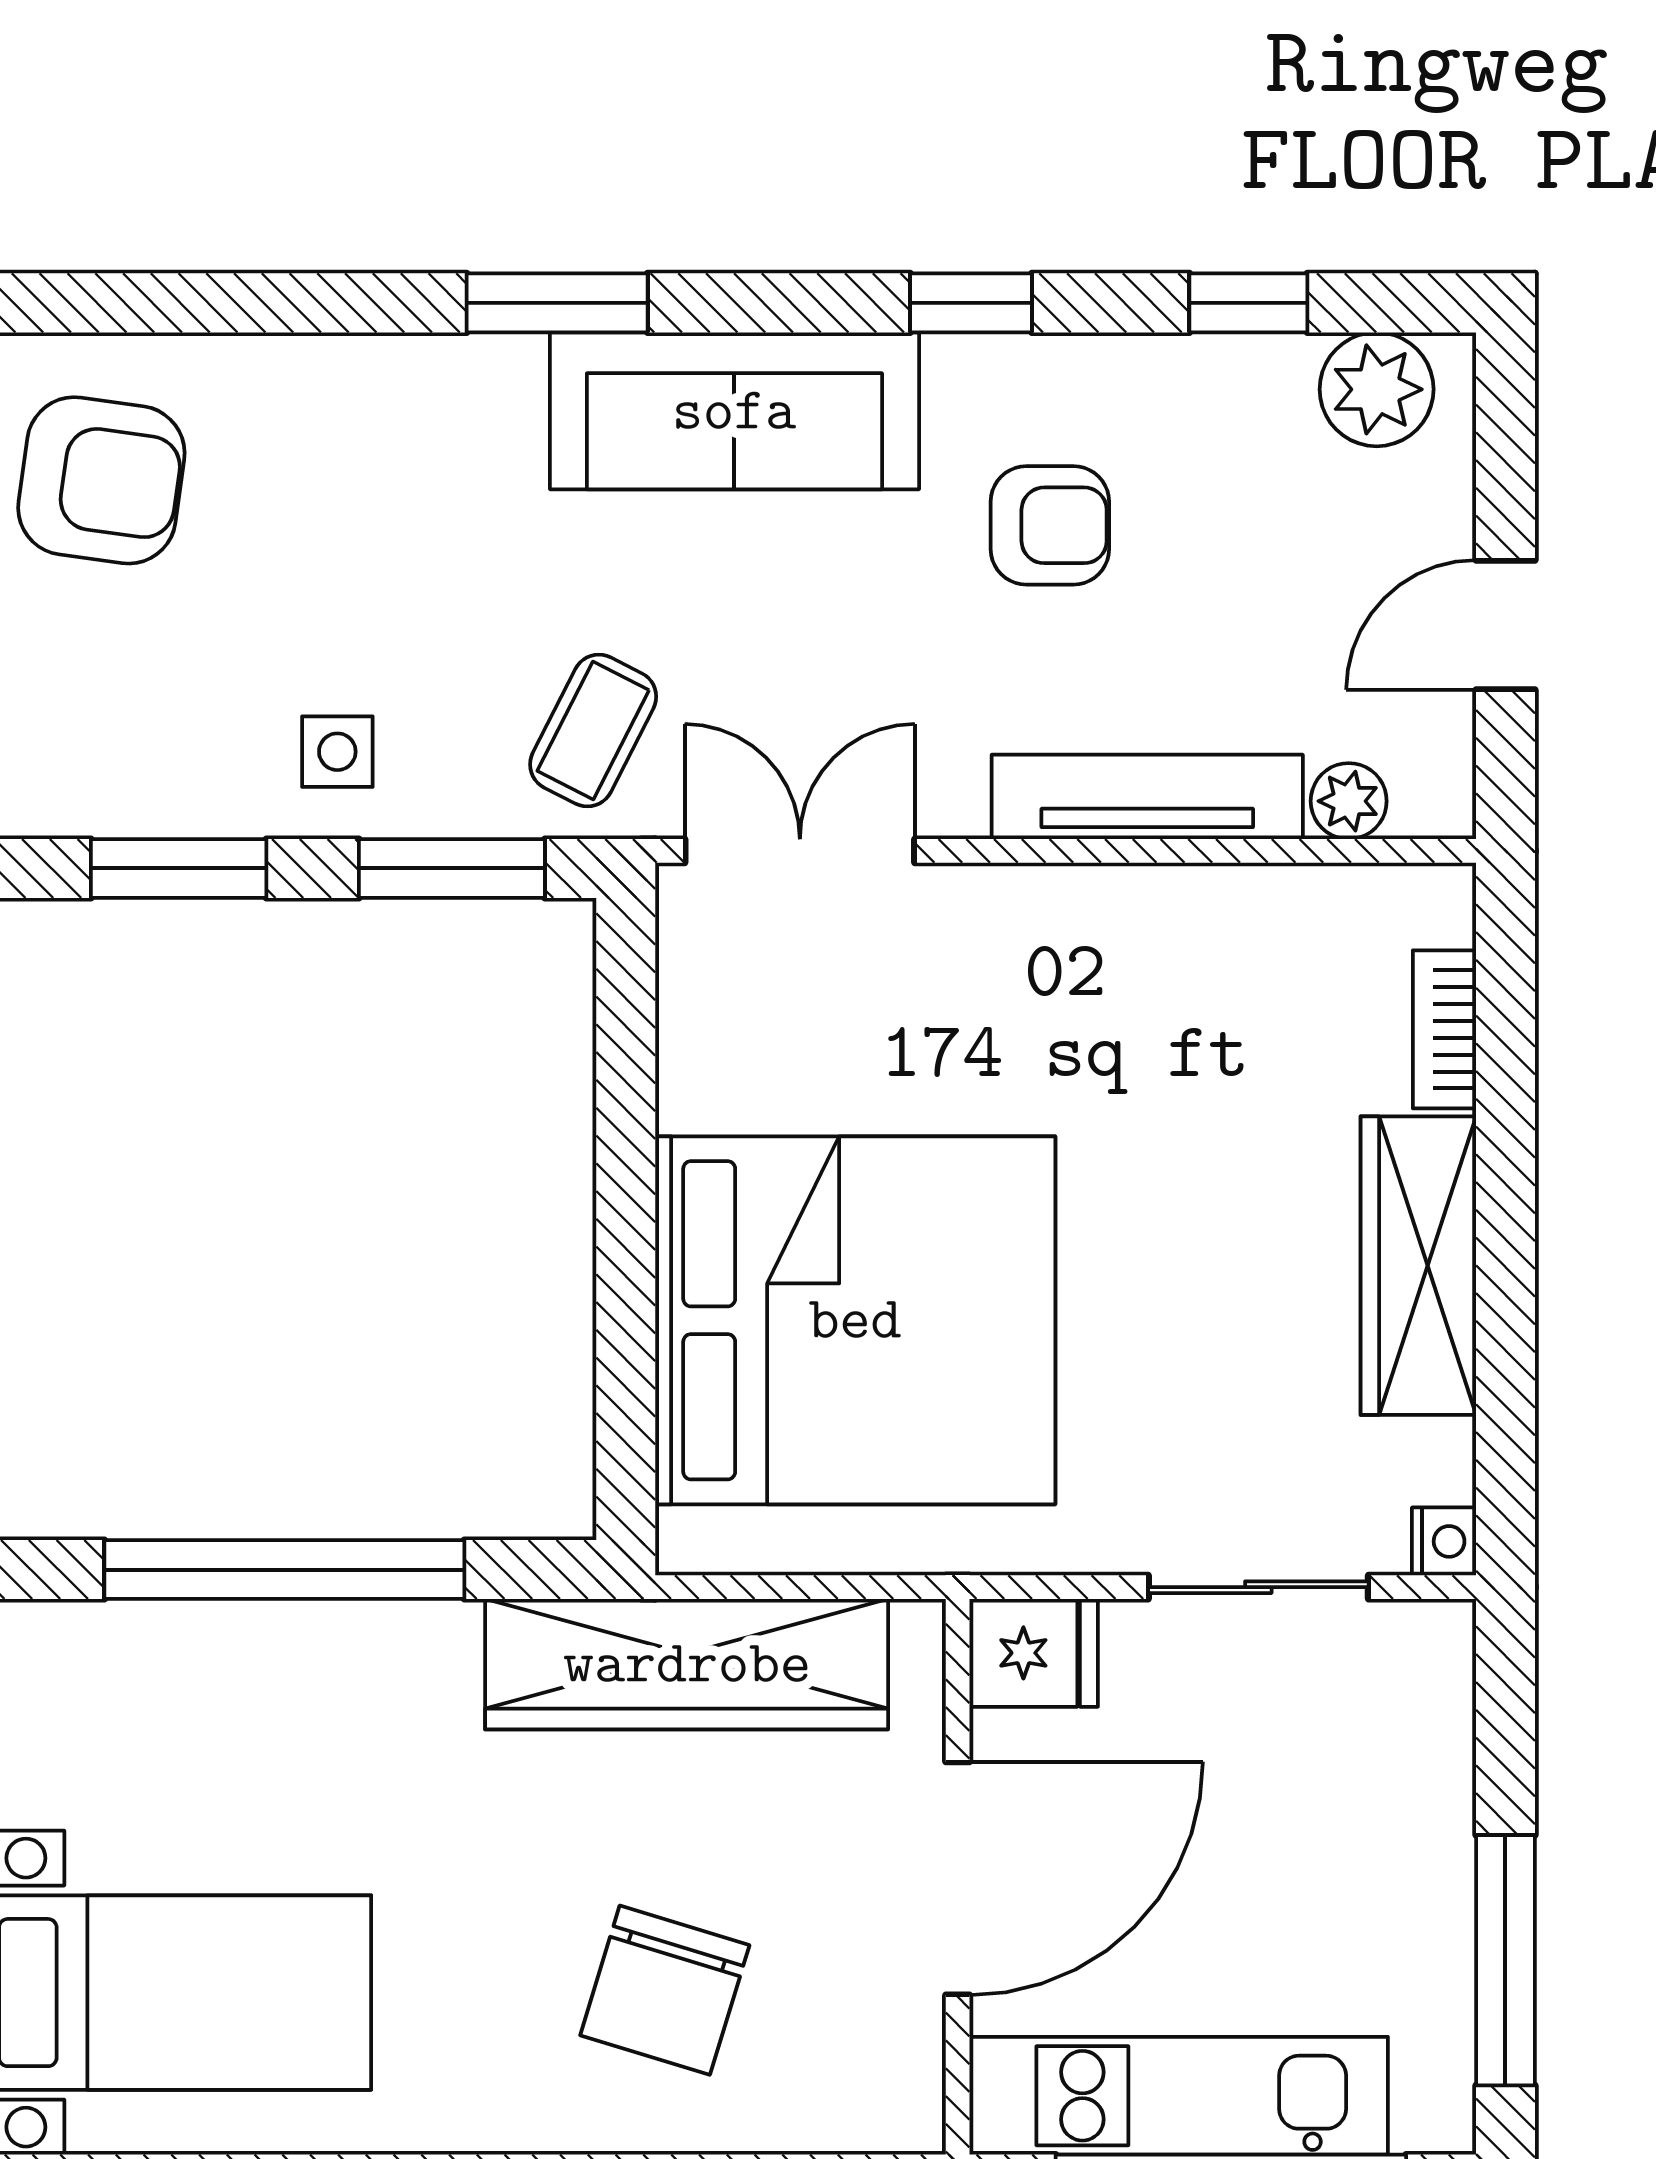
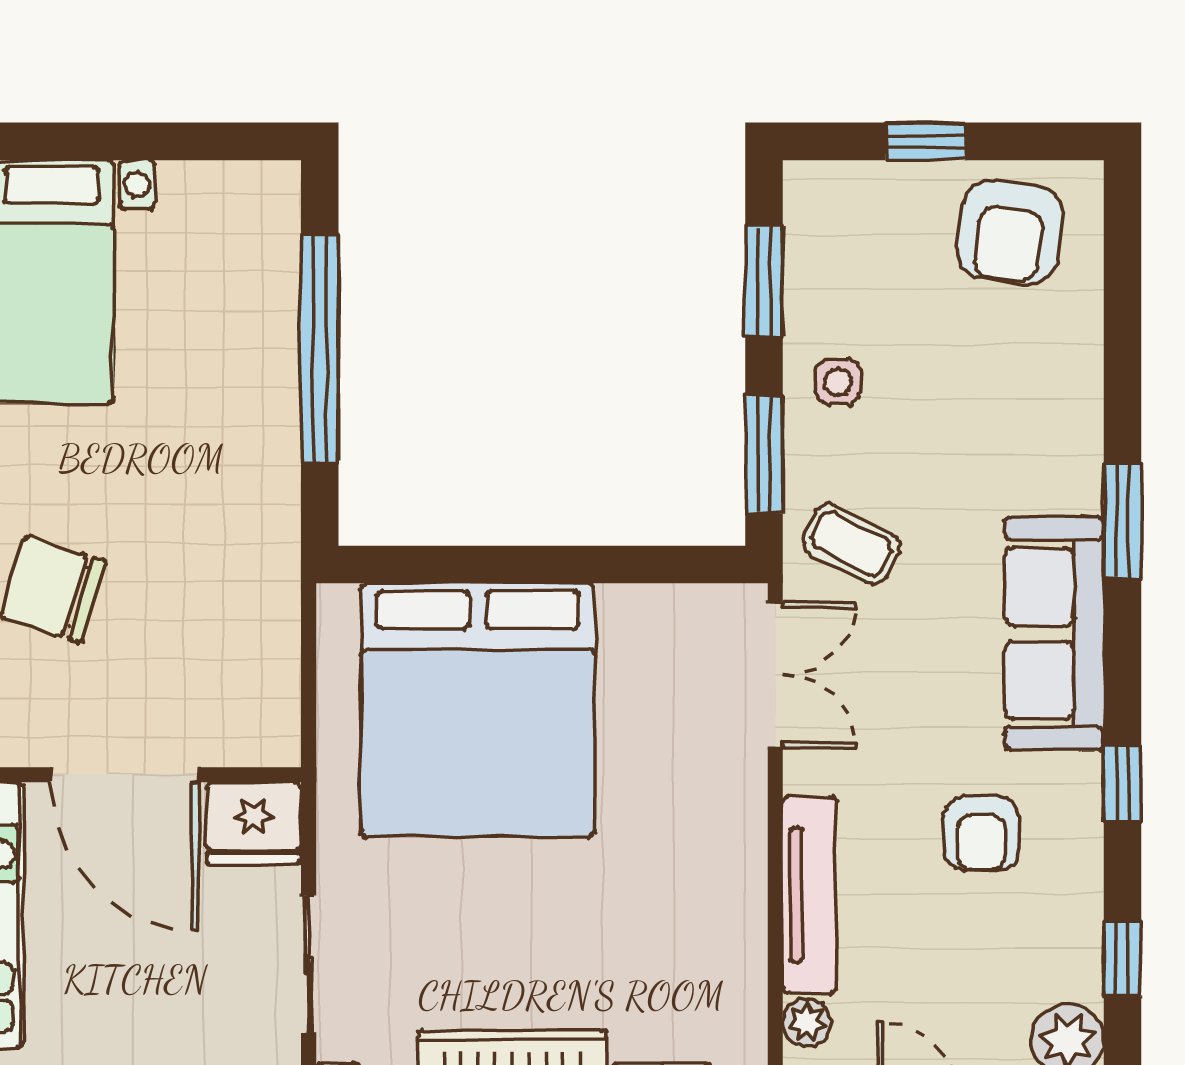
fridge: (1034, 1653) -> (254, 823), width x1.38
wardrobe: (687, 1664) -> (260, 603), removed

